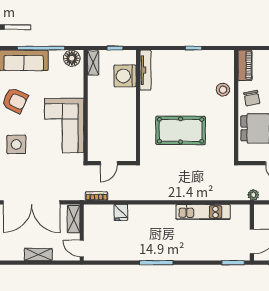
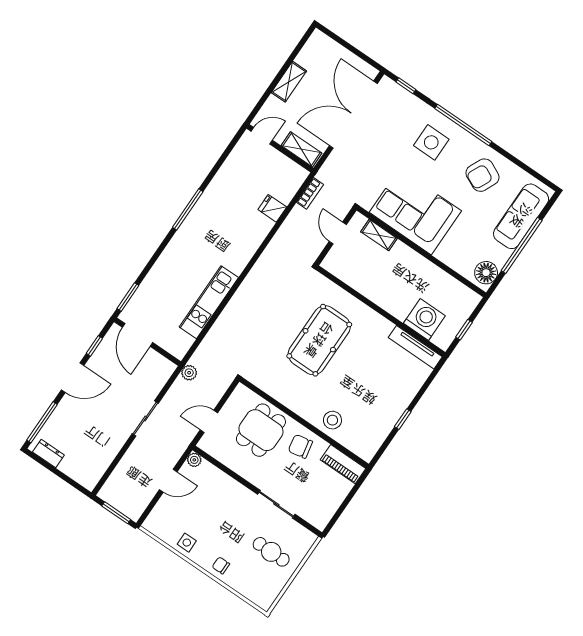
shelving: (93, 63) -> (379, 235), moved

